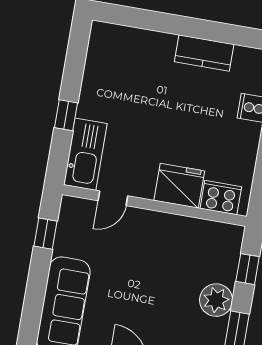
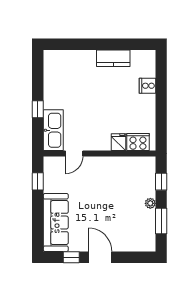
fridge: (179, 186) -> (118, 142), width x0.53, depth x0.75
plant: (216, 300) -> (150, 203), width x0.53, depth x0.53

